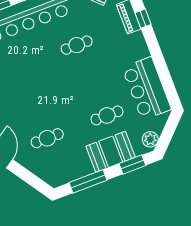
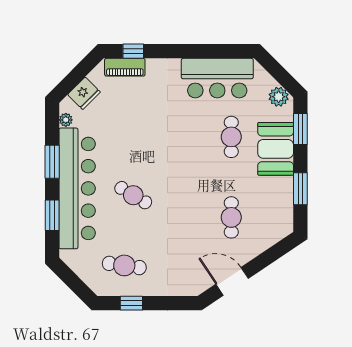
cafe table: (77, 45) -> (133, 195), moved, turned -59
window: (88, 181) -> (300, 189), width x0.69

